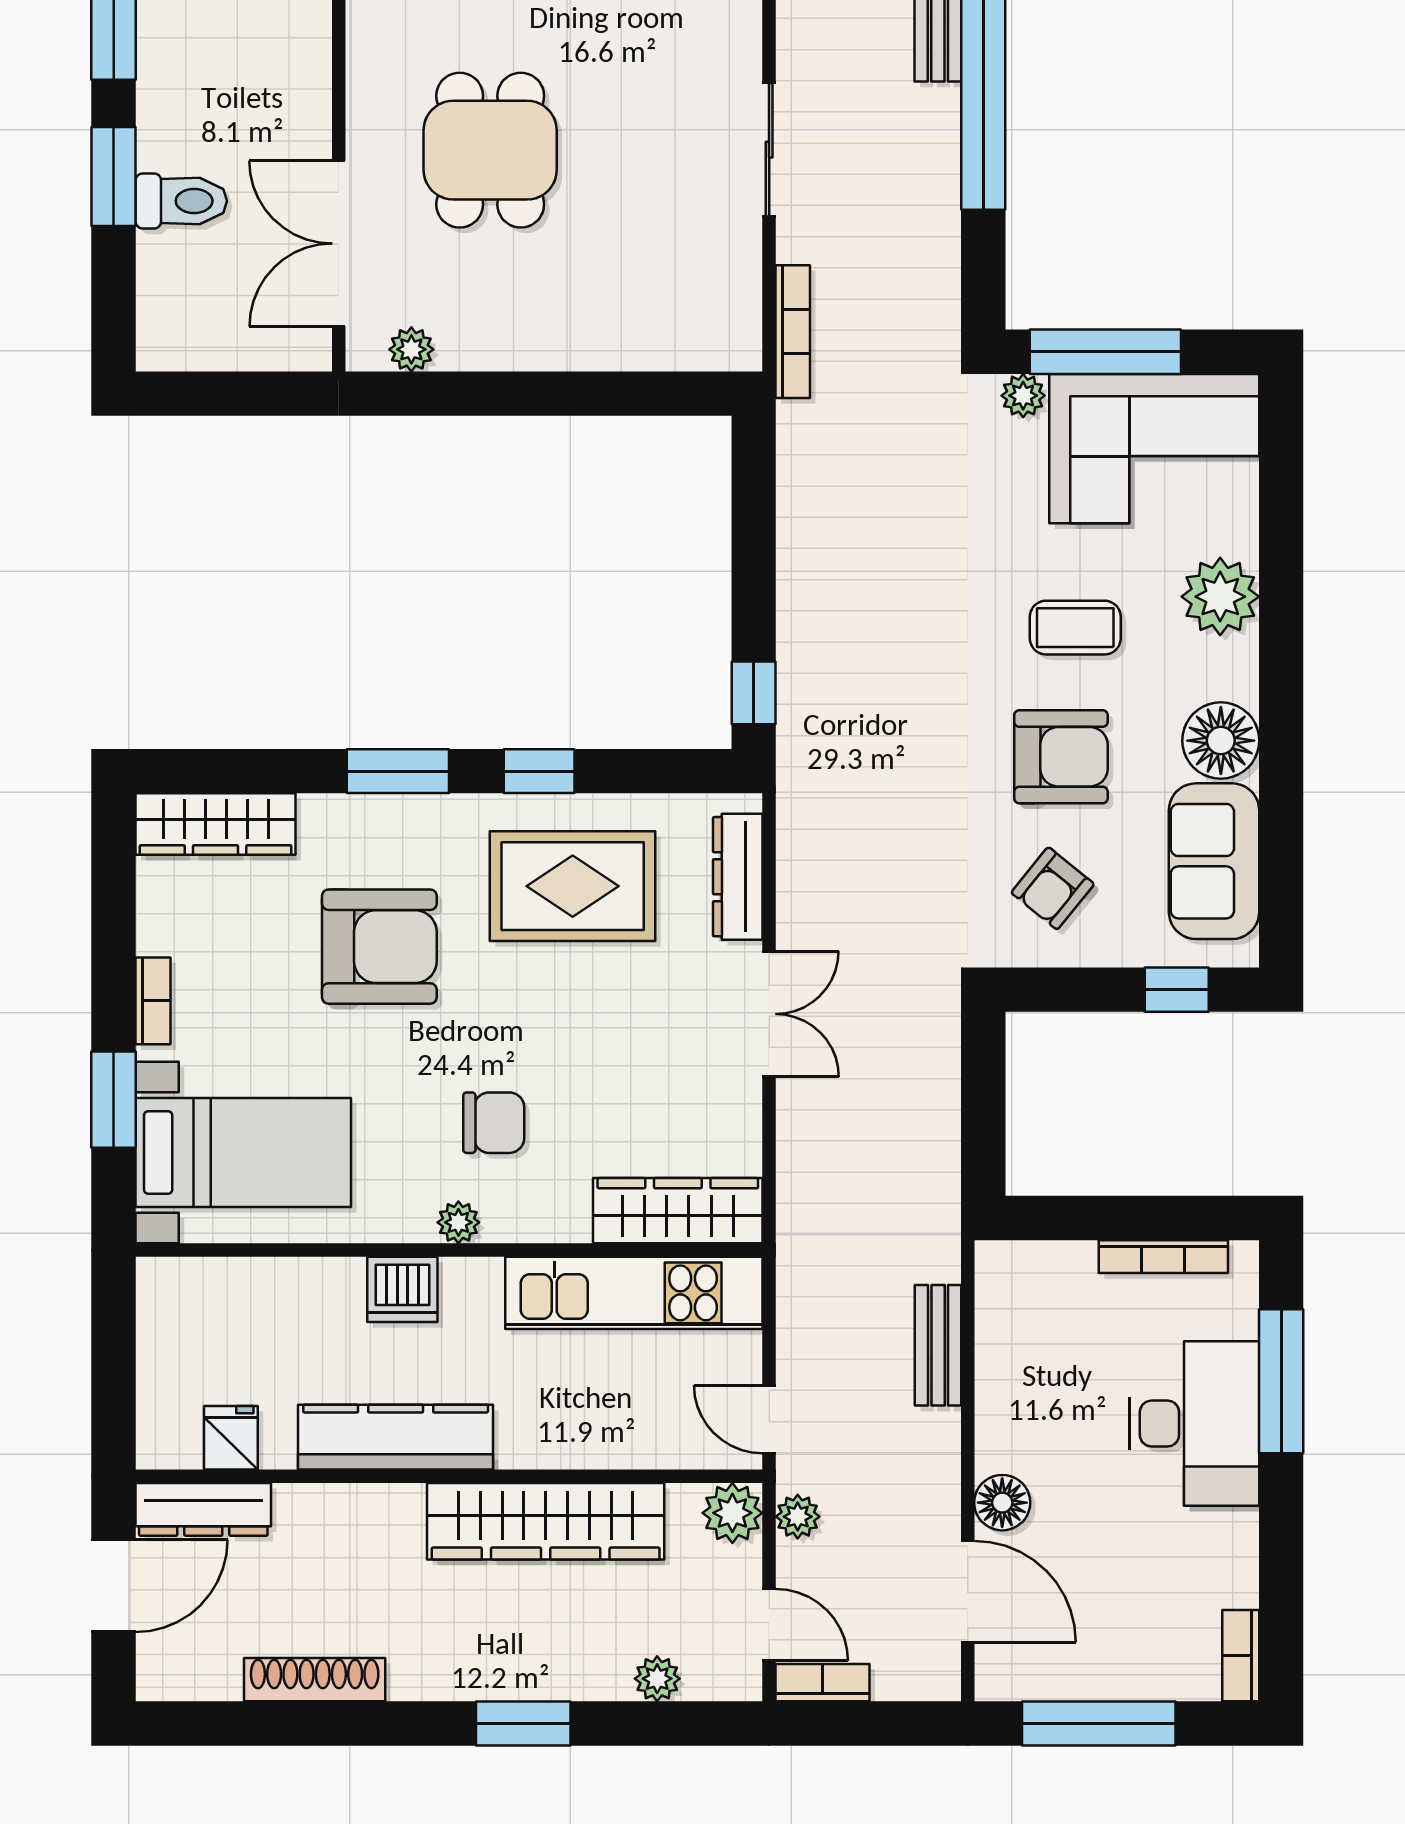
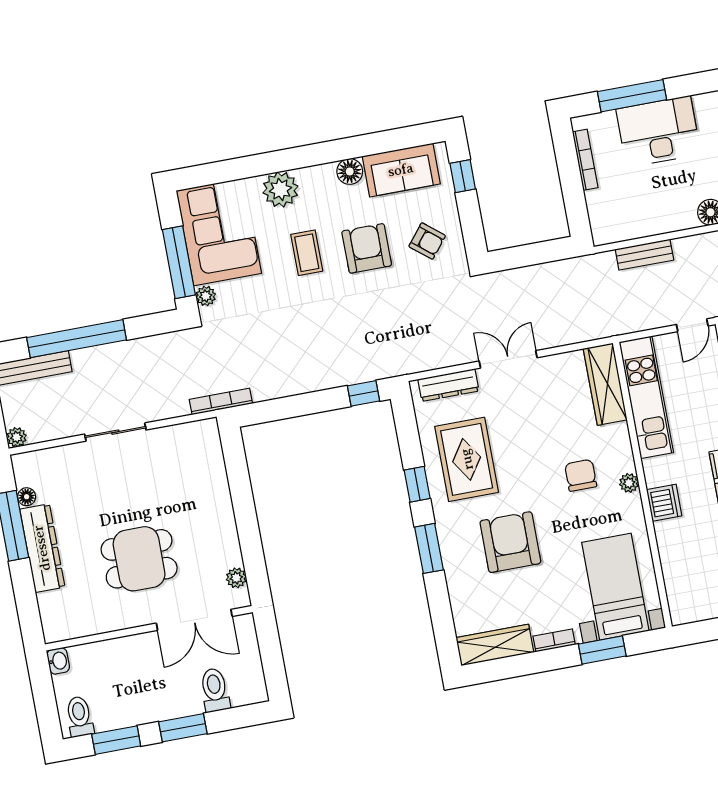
toilet: (181, 201) -> (215, 690), moved
bookcase: (793, 332) -> (221, 401), moved
floor lamp: (1221, 741) -> (350, 171), width x0.73, depth x0.73
wardrobe: (216, 824) -> (495, 645), moved, turned -90

